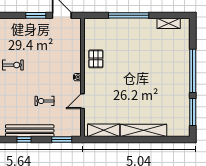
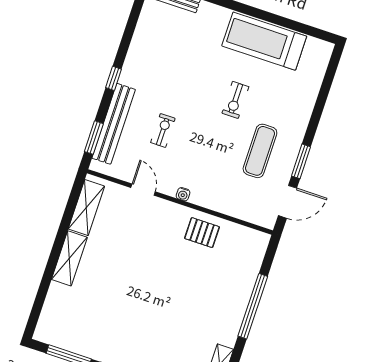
exercise mat: (38, 41) -> (260, 151), added
shelving: (144, 130) -> (69, 258), width x0.68
bench: (30, 131) -> (114, 124), moved

